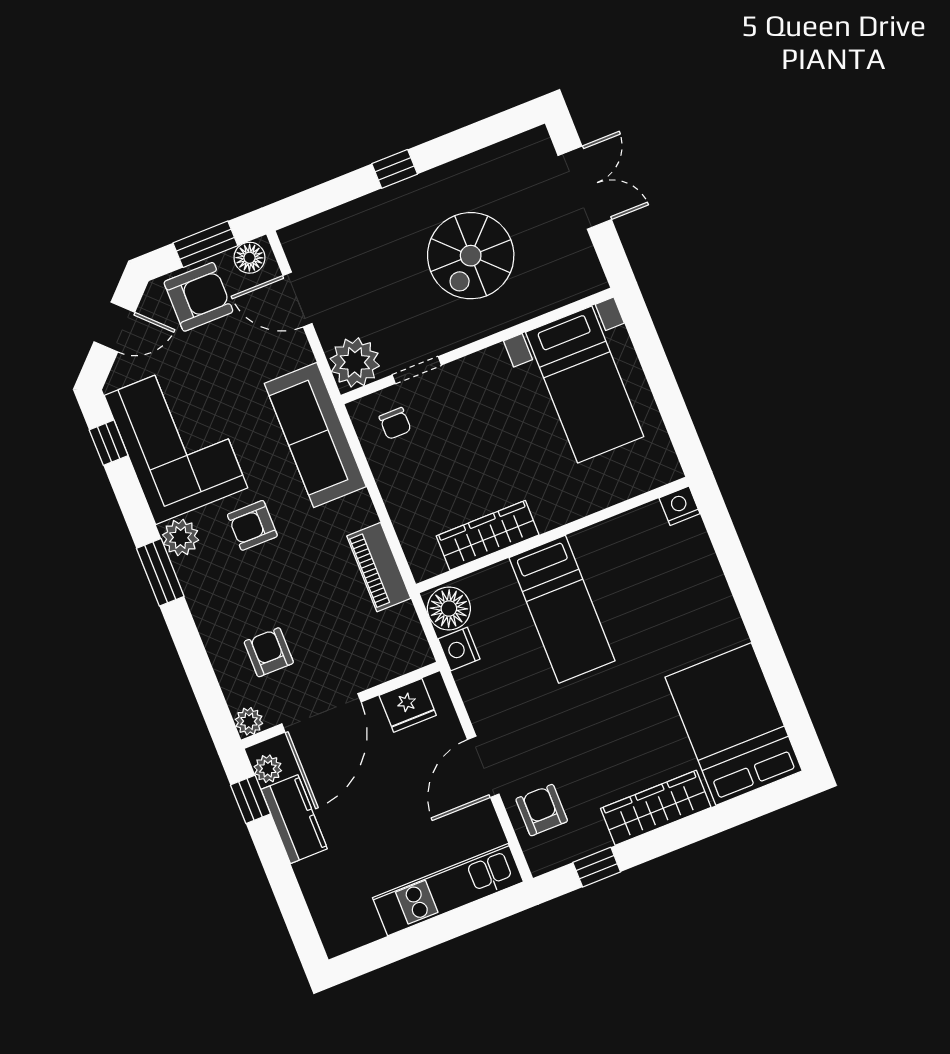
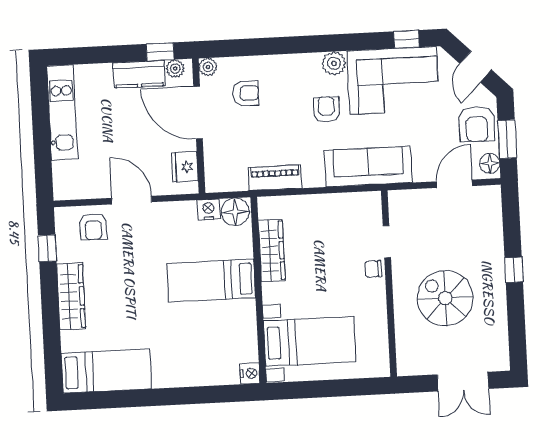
plant: (355, 362) -> (404, 206), removed
bed with nightstands: (585, 384) -> (310, 341), moved, turned 180
chair: (395, 423) -> (373, 269), moved
window: (160, 572) -> (317, 44), removed
bed: (734, 724) -> (106, 371), width x0.67
armchair: (542, 810) -> (93, 227), turned 90
kitchen unit: (448, 890) -> (62, 112), moved

